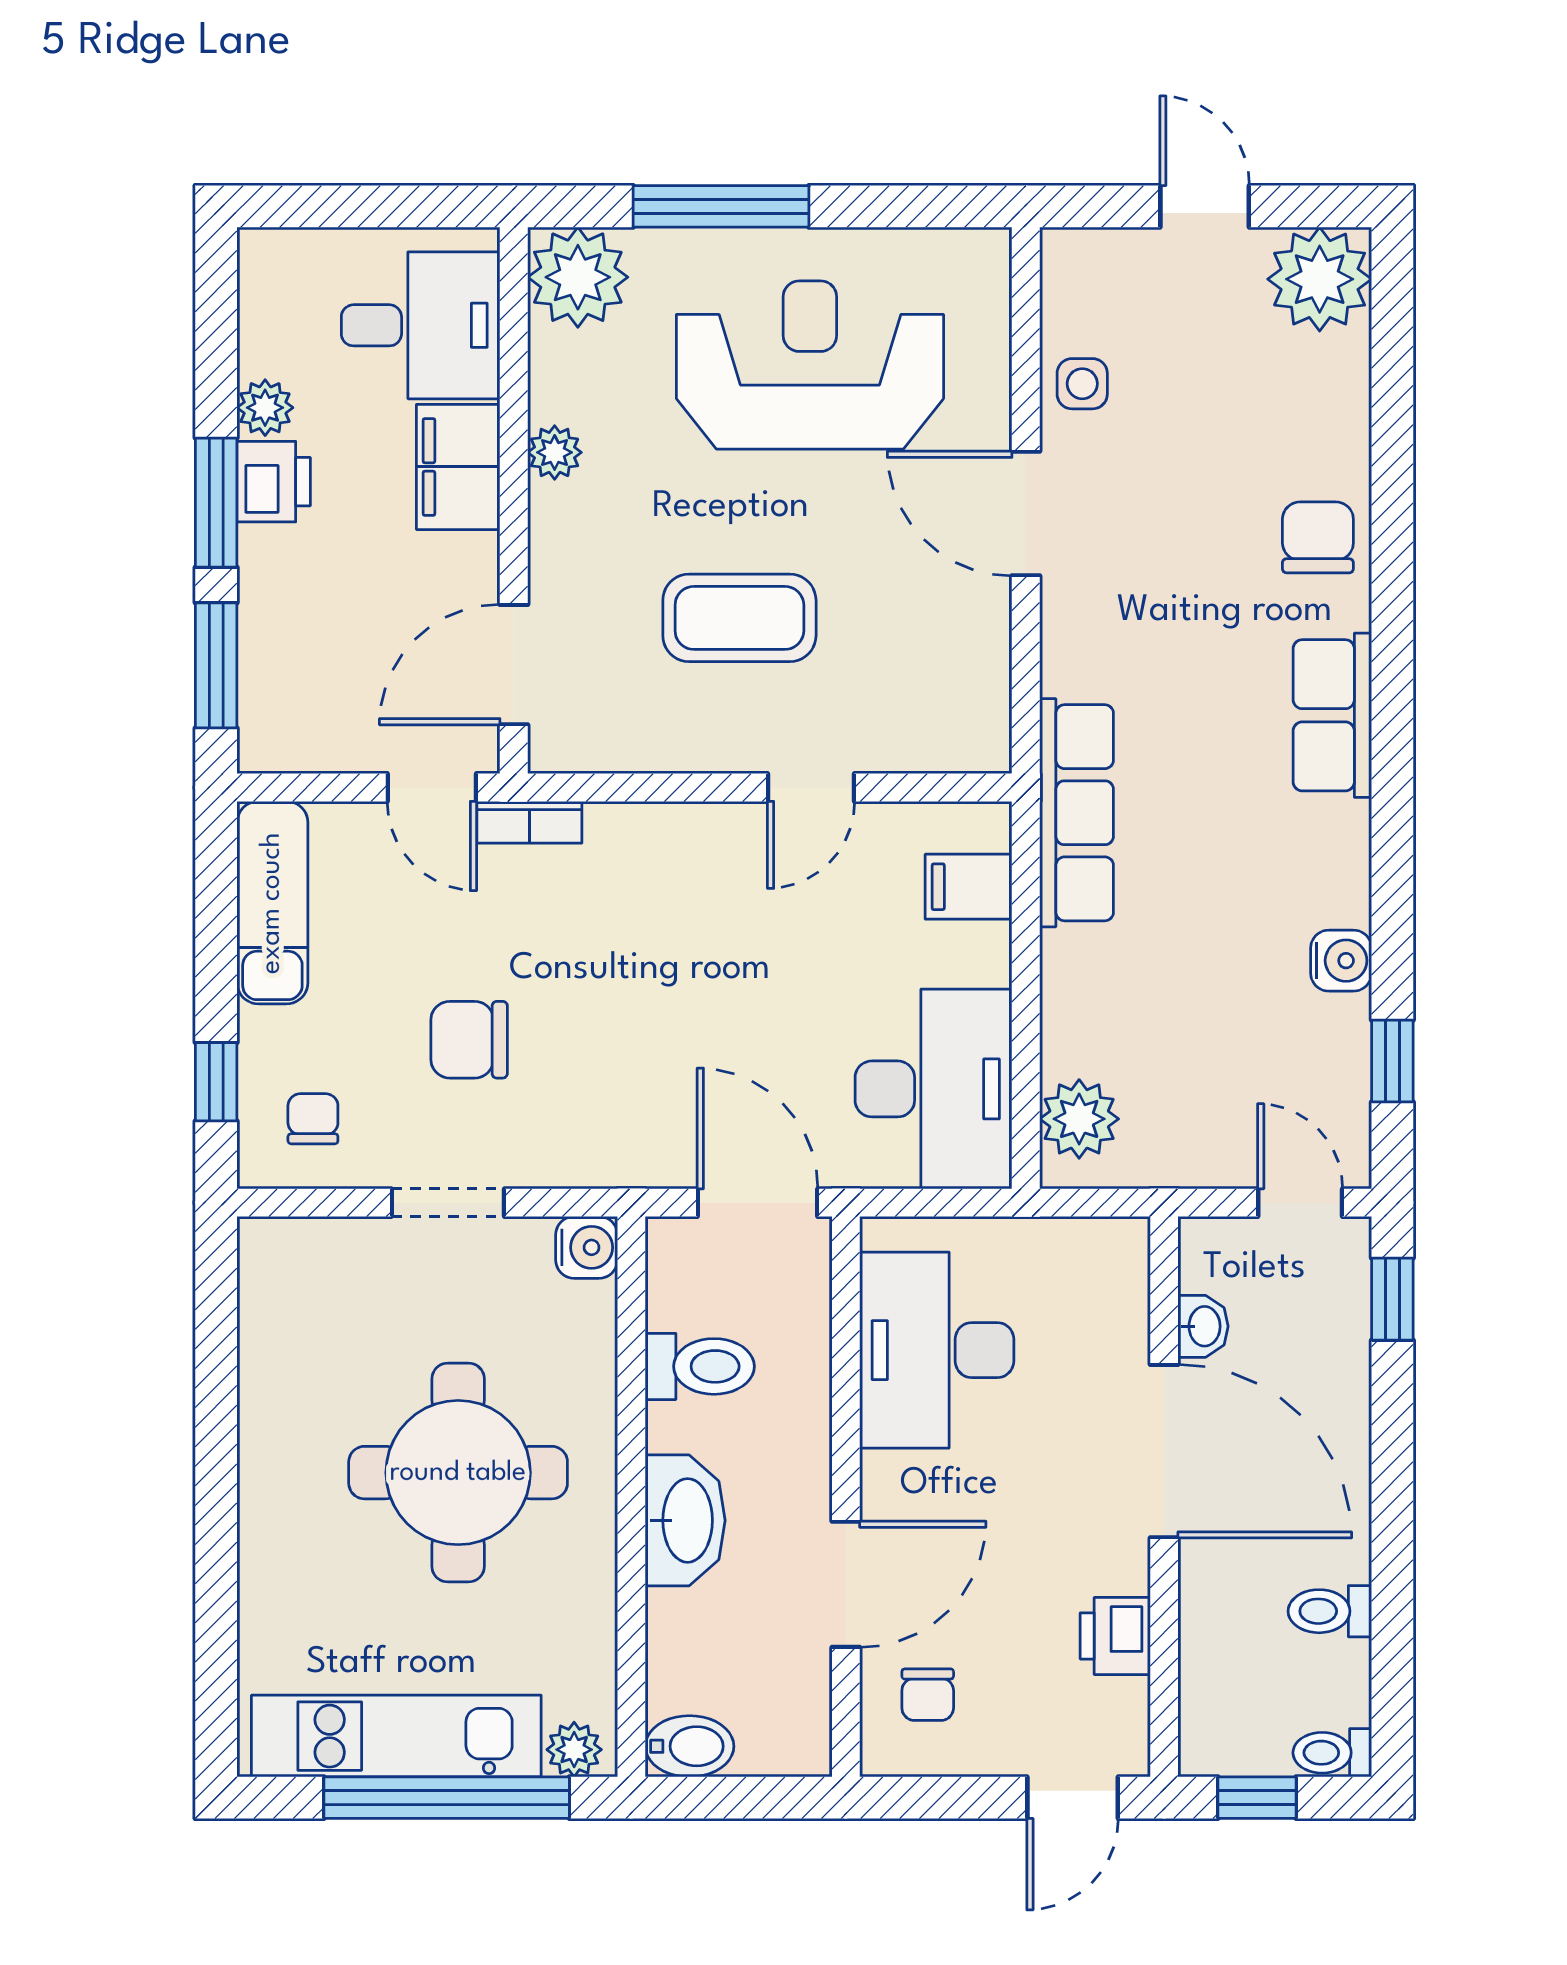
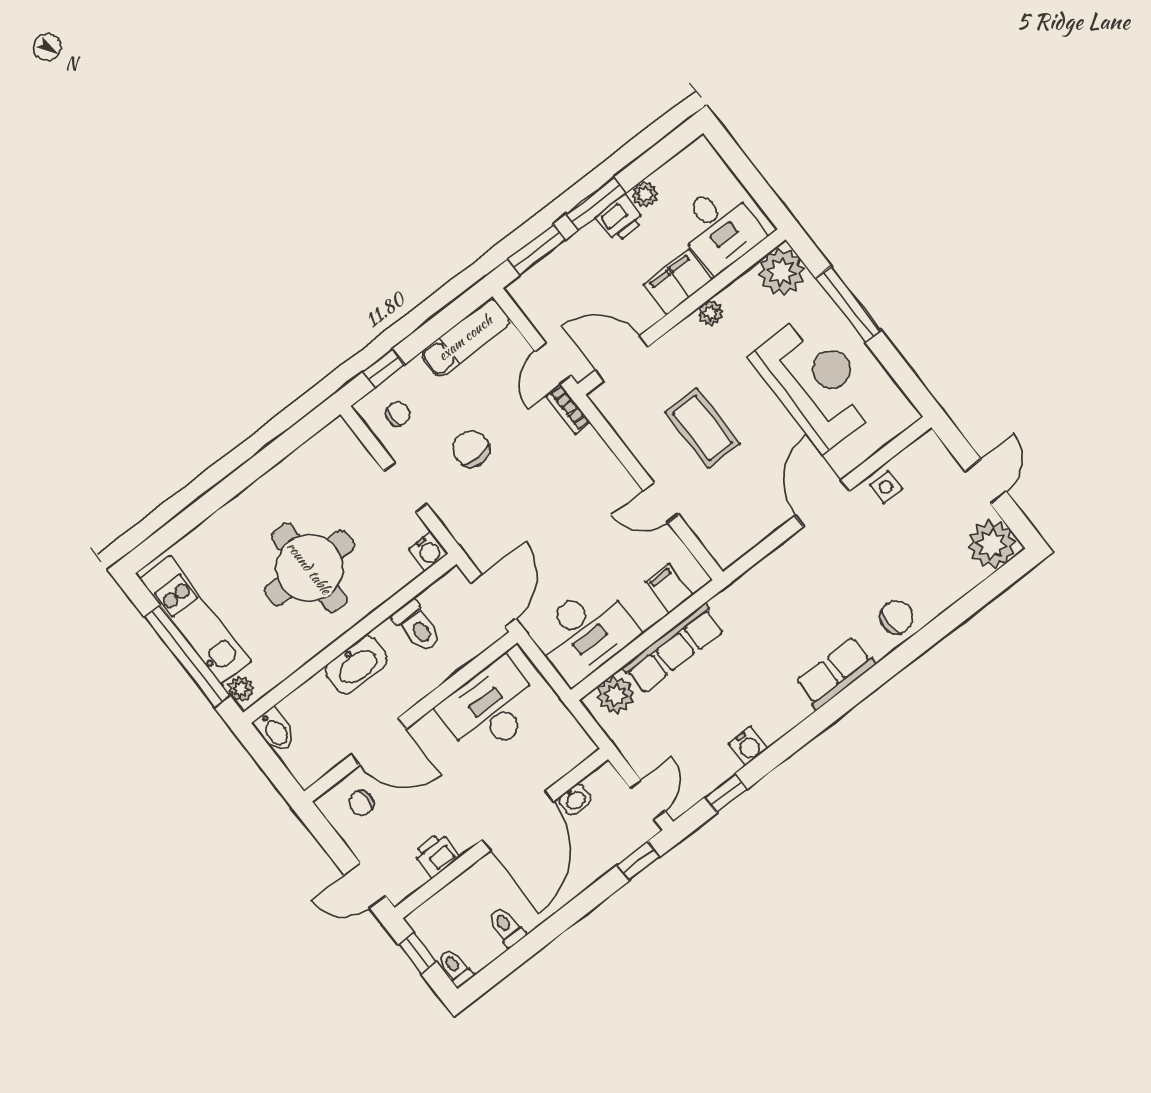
row of seats: (1077, 813) -> (673, 649), moved

